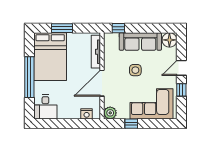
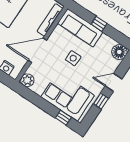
window: (118, 28) -> (99, 24), moved
sofa: (140, 42) -> (80, 28), moved
window: (131, 124) -> (63, 118), moved

